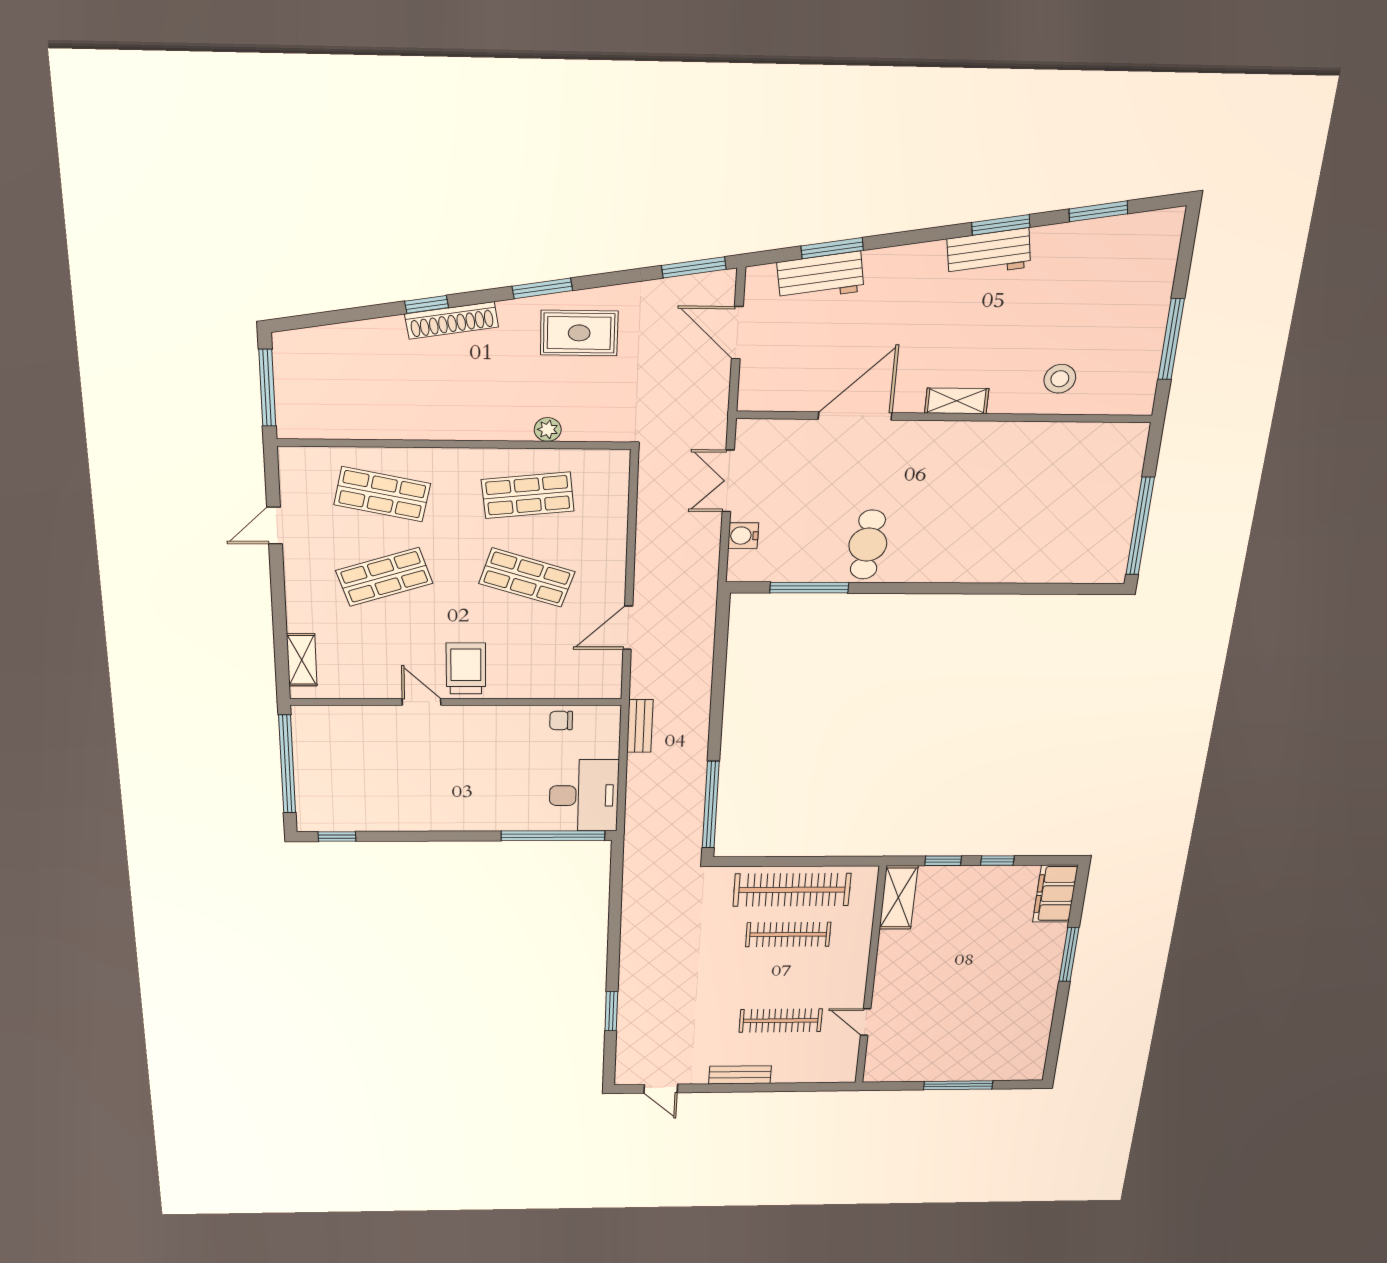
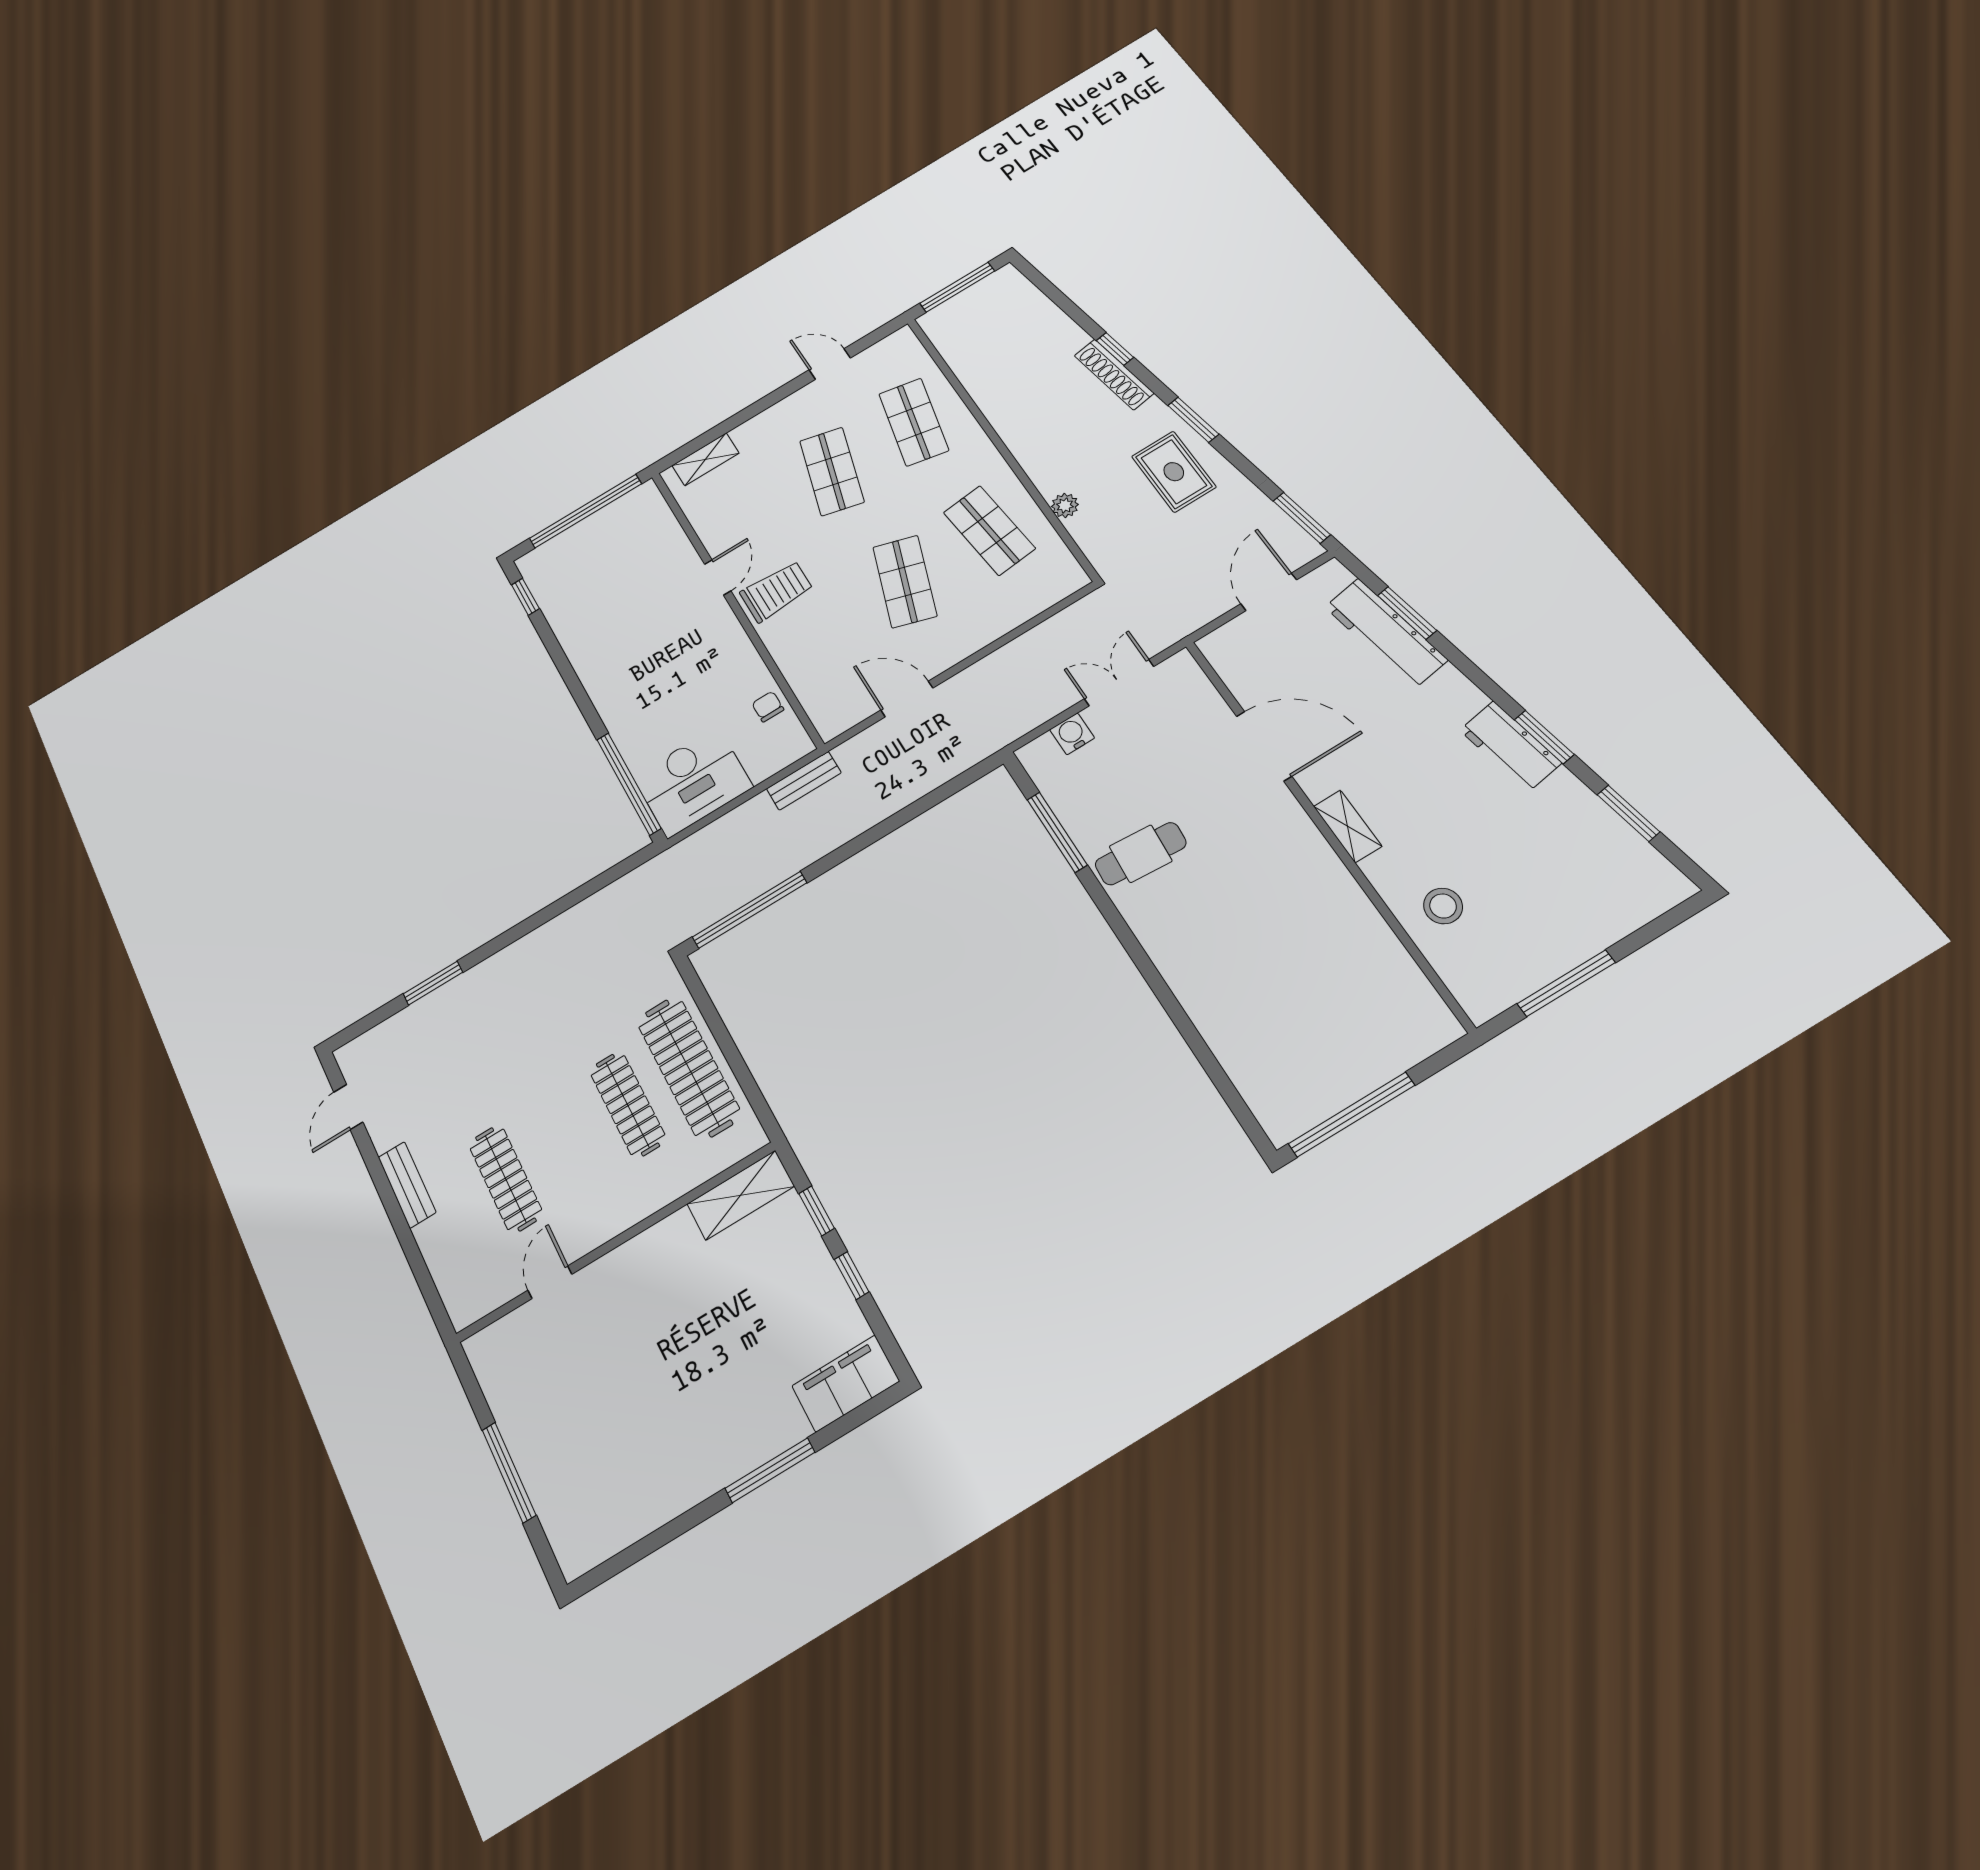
workbench: (820, 277) -> (1386, 633), width x1.38
shop shelf: (384, 577) -> (832, 471), turned 33

